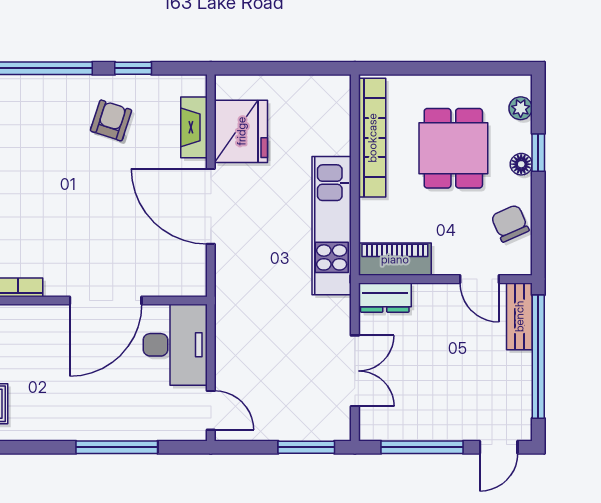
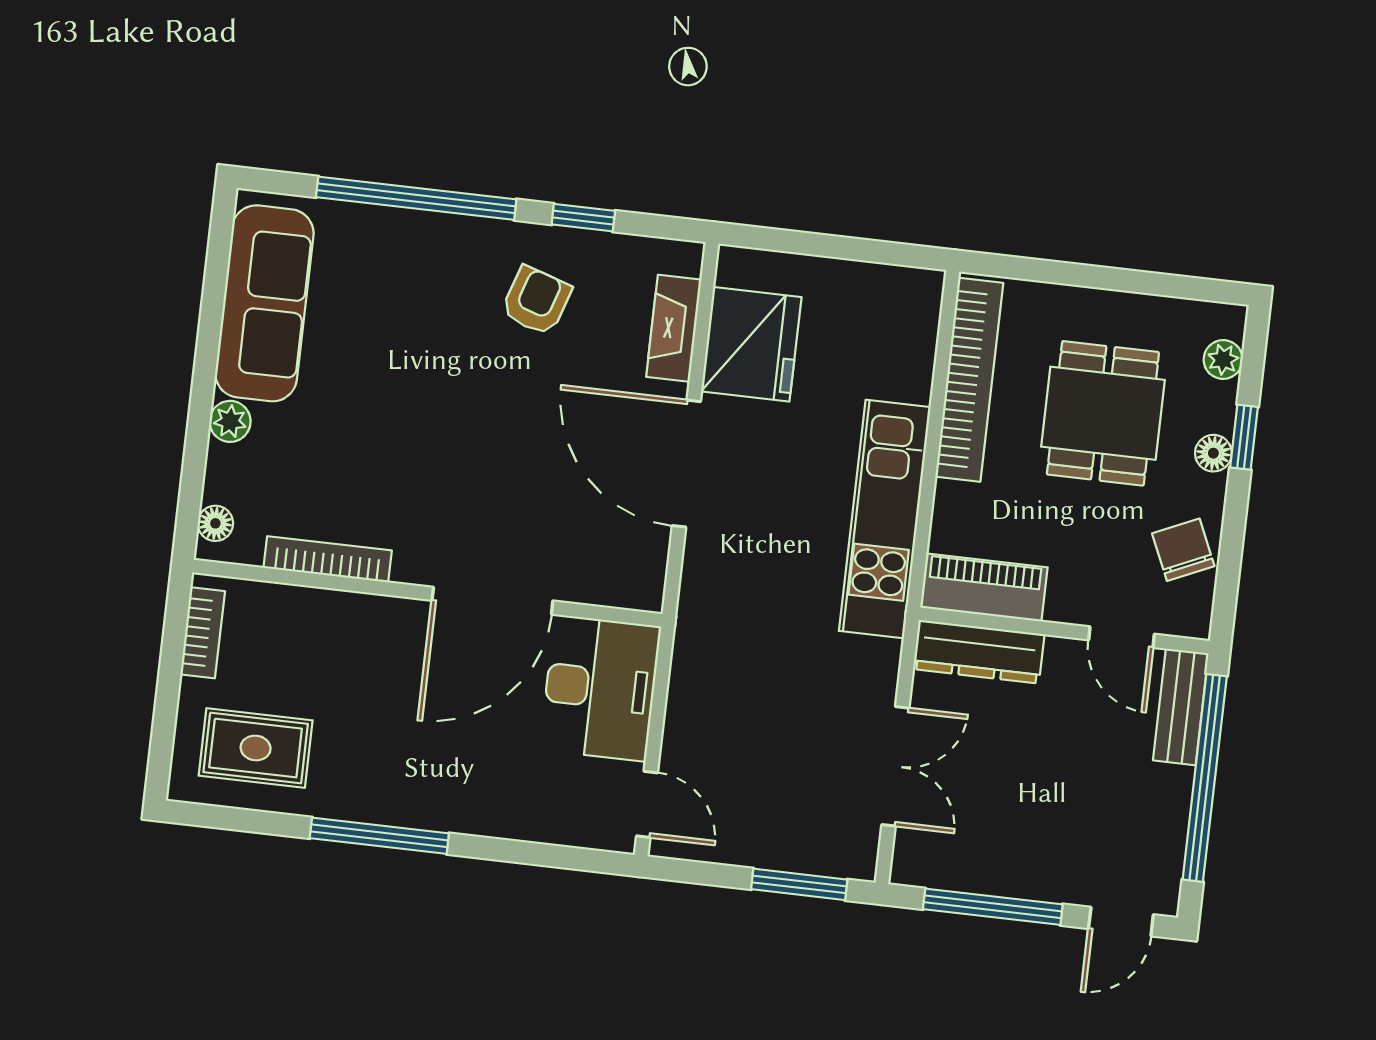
dresser: (385, 298) -> (979, 652), width x1.44
window: (117, 447) -> (379, 836), moved

